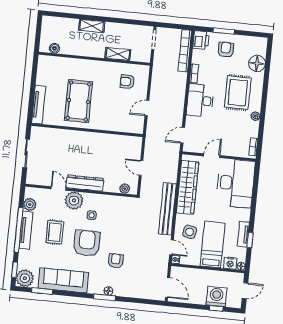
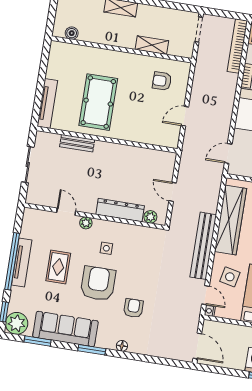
bench: (64, 134) -> (77, 143), added
dresser: (85, 183) -> (120, 210), moved
plant: (74, 200) -> (86, 223), width x0.53, depth x0.53
plant: (30, 204) -> (28, 230), removed
window: (104, 297) -> (92, 350), moved

